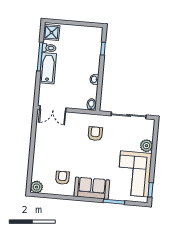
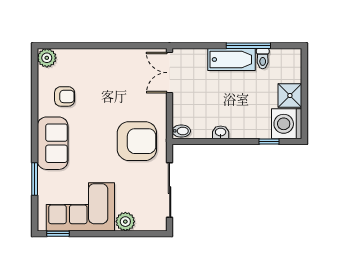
shower: (52, 32) -> (290, 96), moved
washing machine: (93, 36) -> (287, 124), added
armchair: (95, 134) -> (137, 141), width x1.88, depth x1.88

